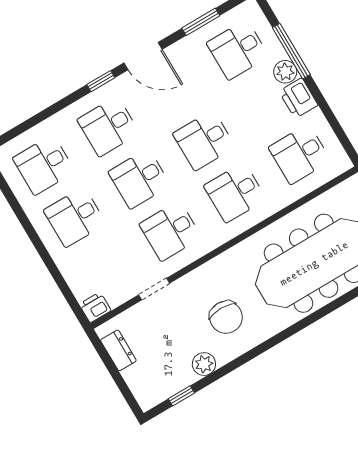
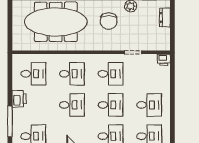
plant: (285, 72) -> (18, 114), removed
chair: (226, 317) -> (109, 21), turned 180
dresser: (118, 350) -> (165, 17), moved

